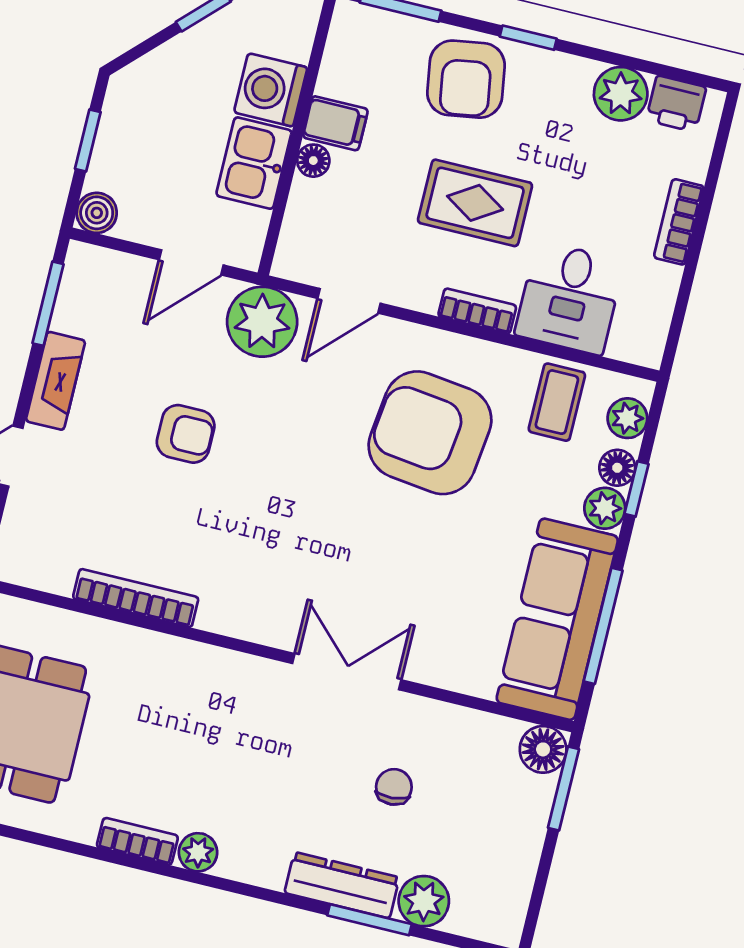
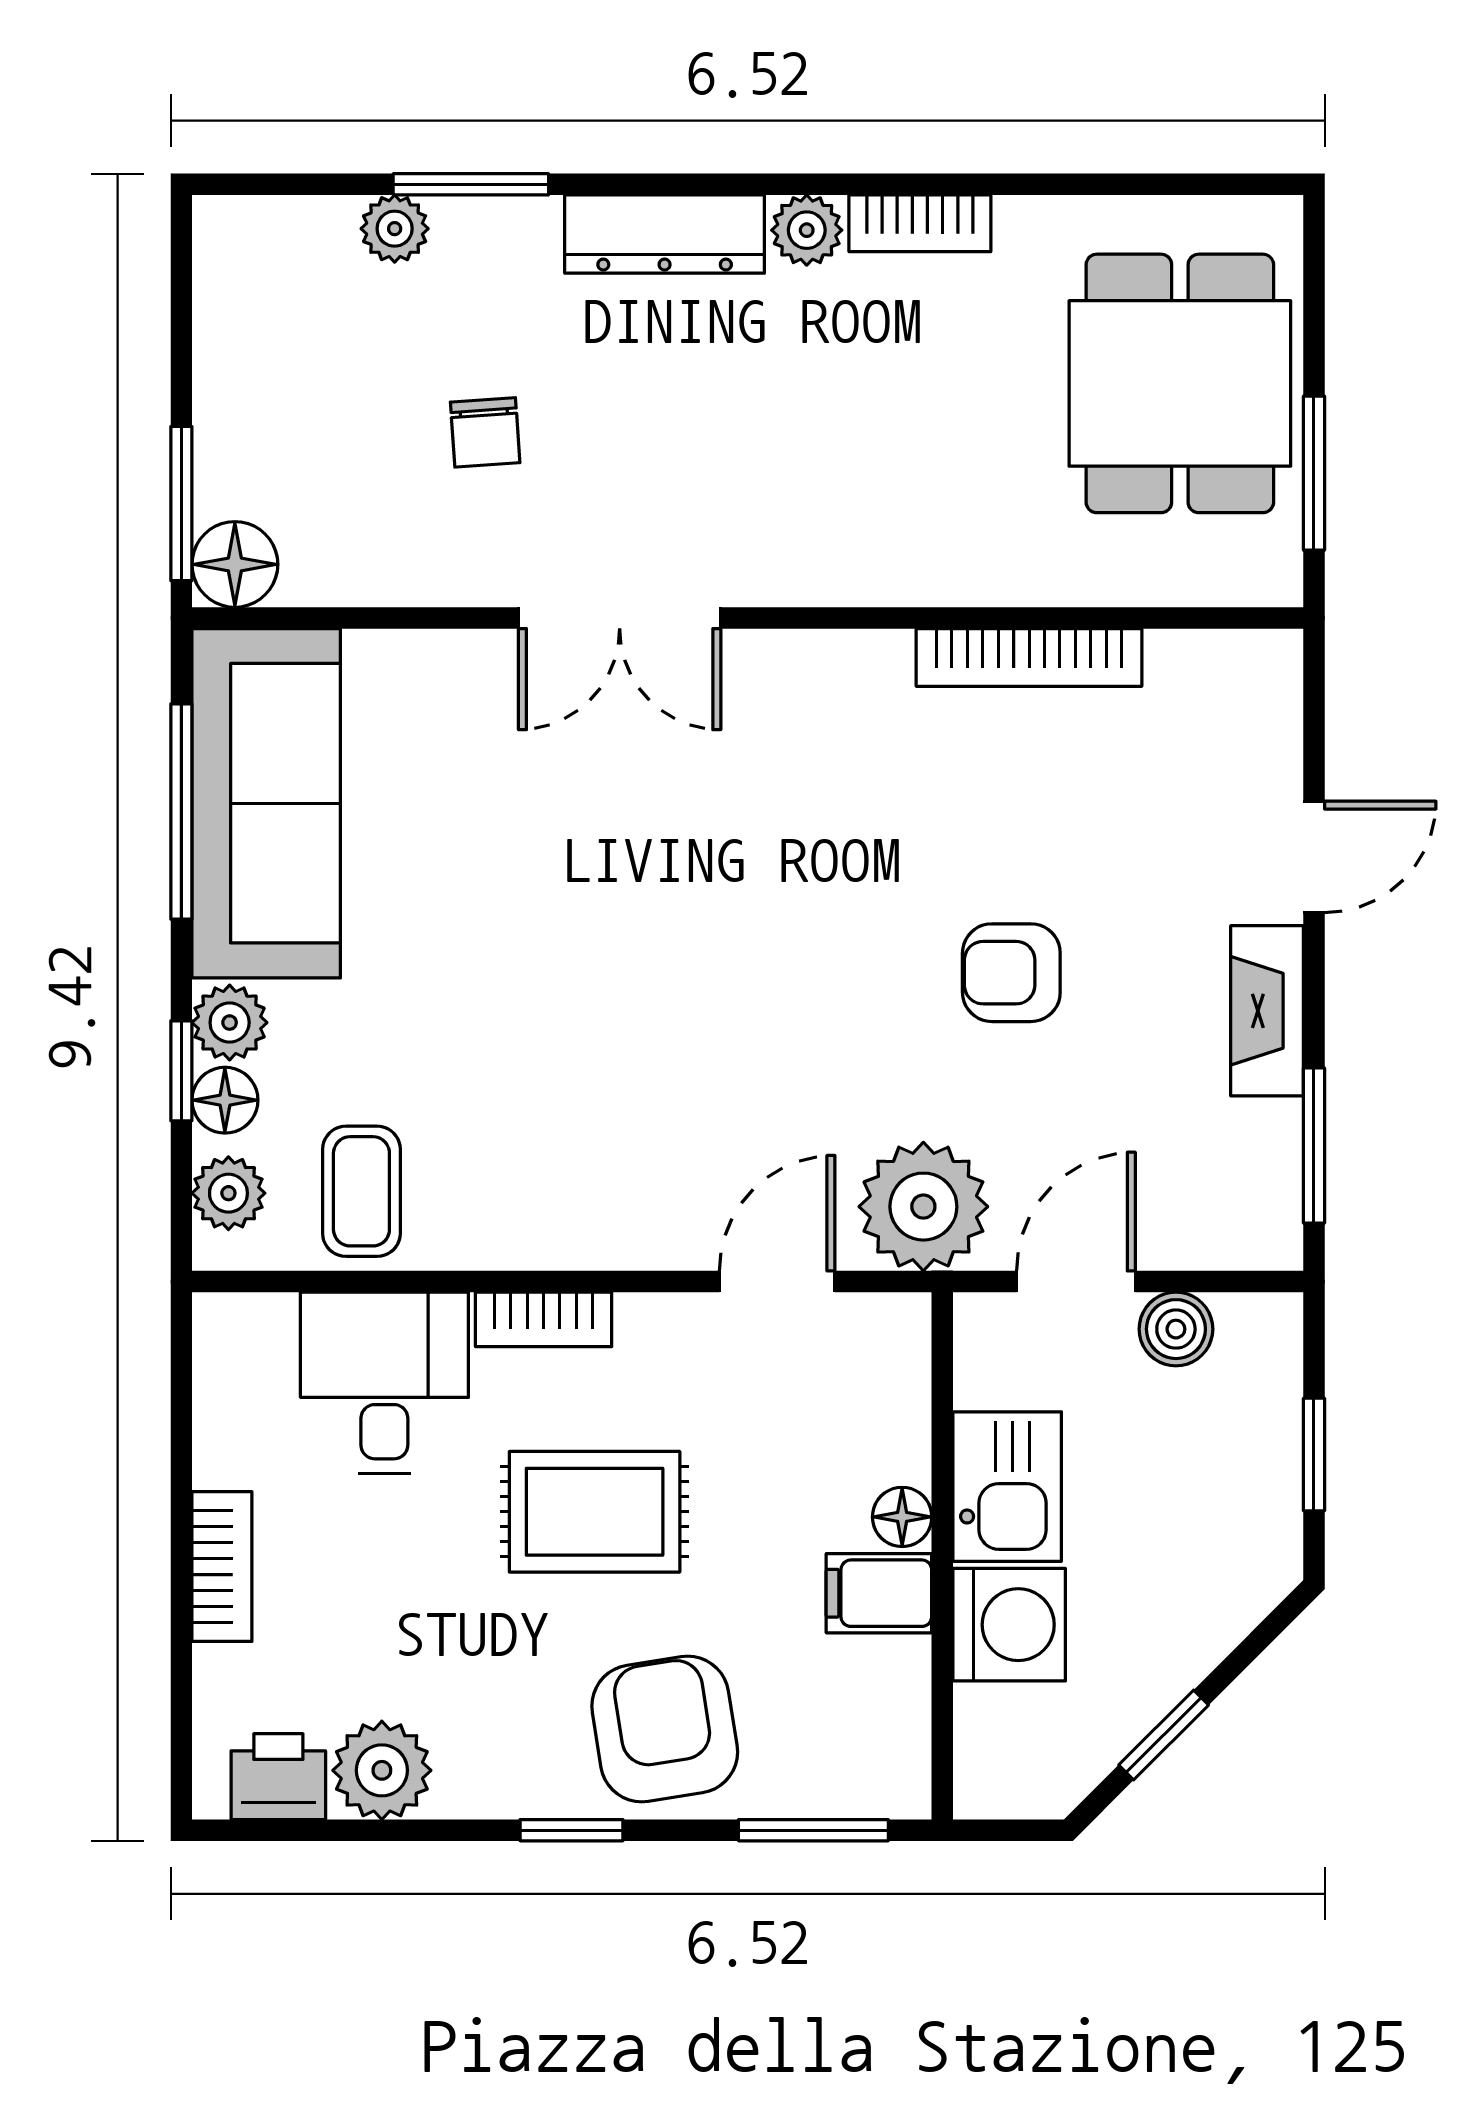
boiler: (97, 213) -> (1176, 1329), moved
armchair: (430, 433) -> (575, 1081), removed
dresser: (342, 885) -> (665, 234), moved
plant: (424, 901) -> (395, 229), width x0.73, depth x0.73

